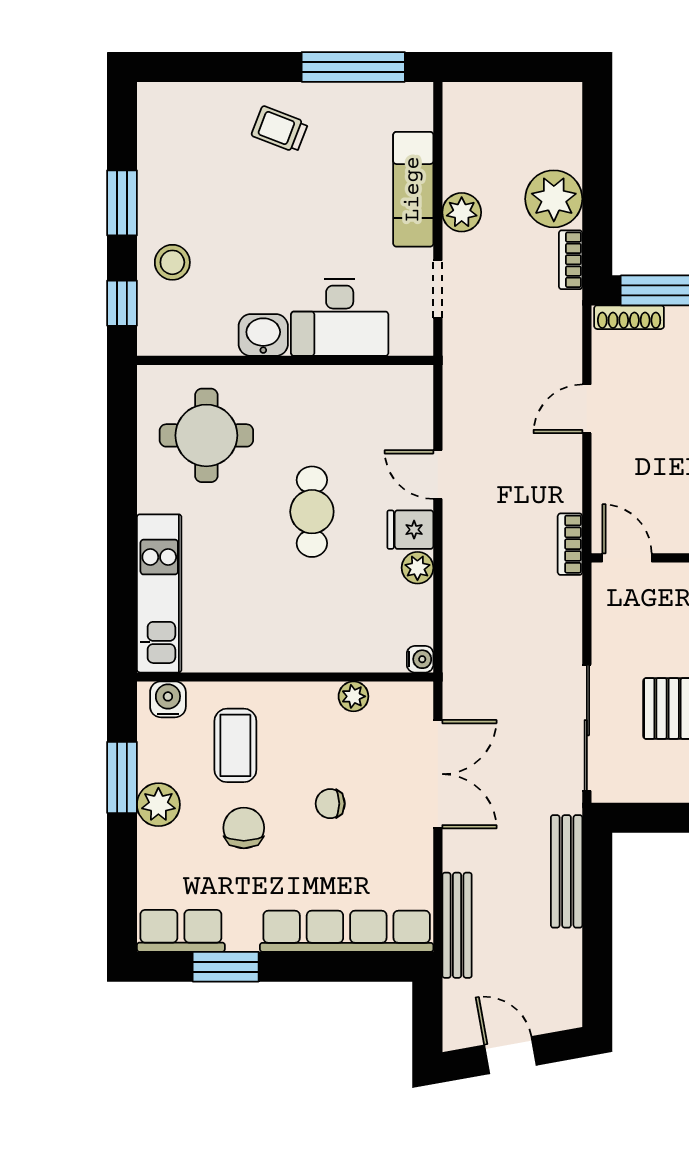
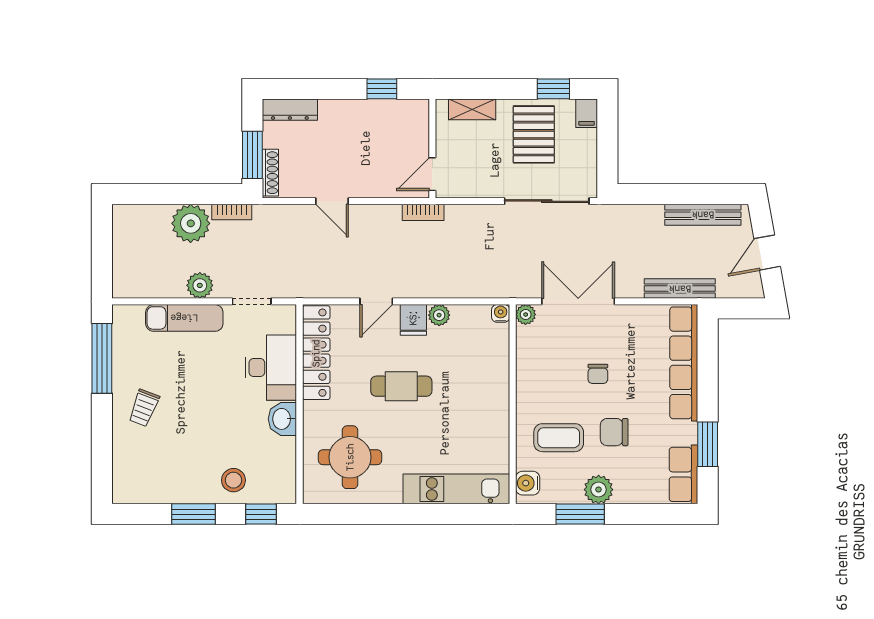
locker: (362, 385) -> (316, 353), added
plant: (353, 696) -> (526, 314), moved
bench: (567, 871) -> (703, 215), moved

